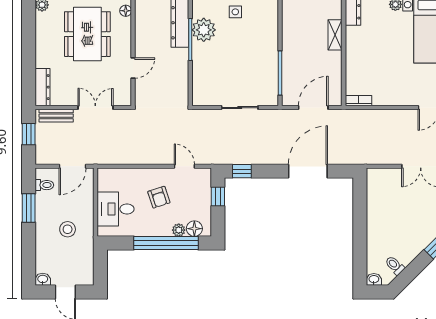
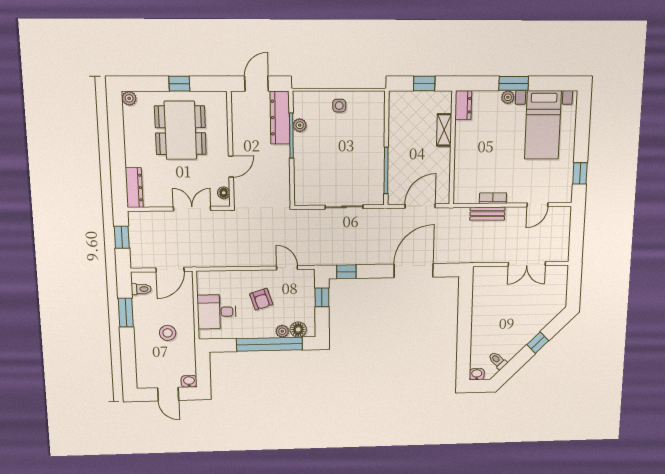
floor lamp: (126, 11) -> (224, 193), moved
plant: (204, 30) -> (300, 125), width x0.53, depth x0.53
bookcase: (358, 101) -> (493, 198), moved
bench: (56, 116) -> (487, 214), moved
washbasin: (43, 279) -> (189, 381), moved

